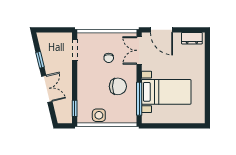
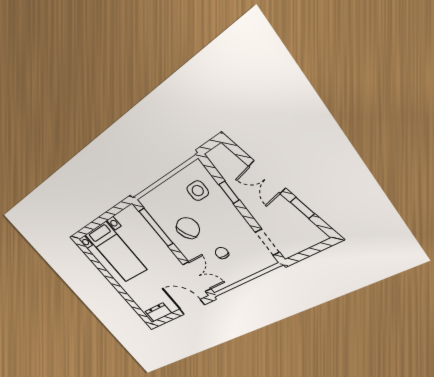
chair: (118, 86) -> (188, 228), turned 150
bed with nightstands: (166, 92) -> (116, 252), moved, turned -90
window: (75, 108) -> (229, 192), moved
side table: (99, 115) -> (198, 191), moved

